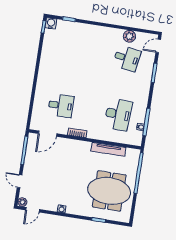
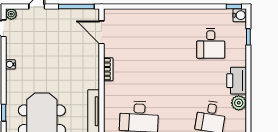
printer: (102, 34) -> (237, 81), added
plant: (129, 36) -> (239, 103), moved
desk: (61, 106) -> (211, 43), moved

